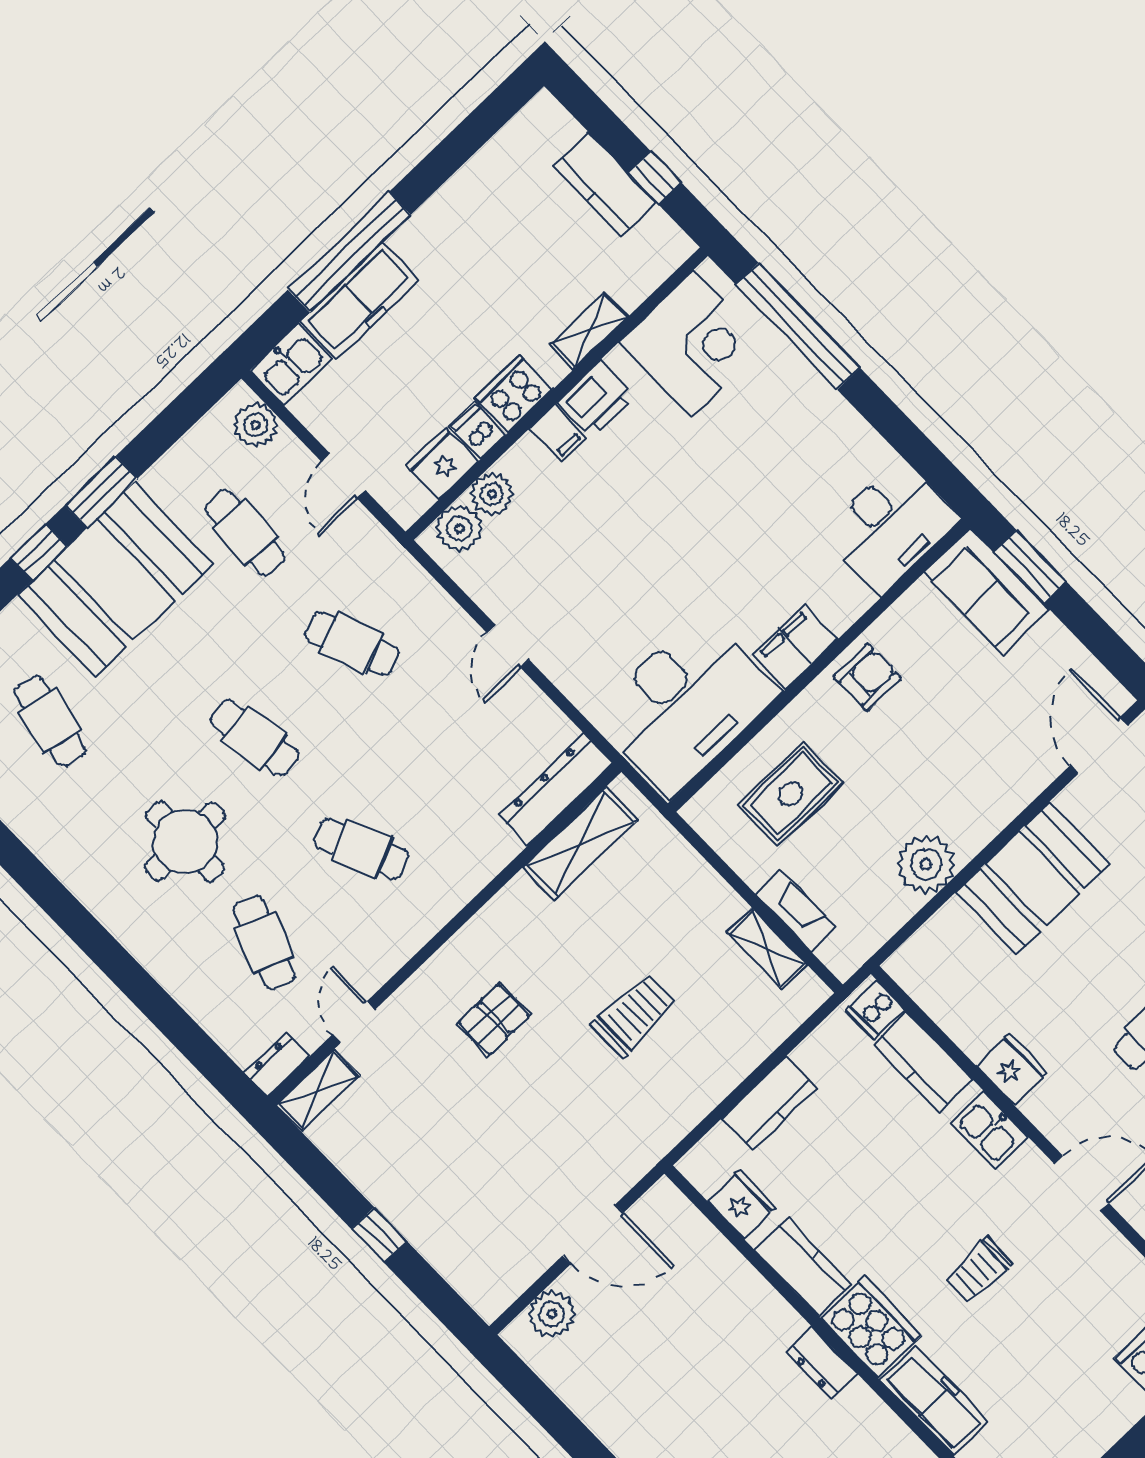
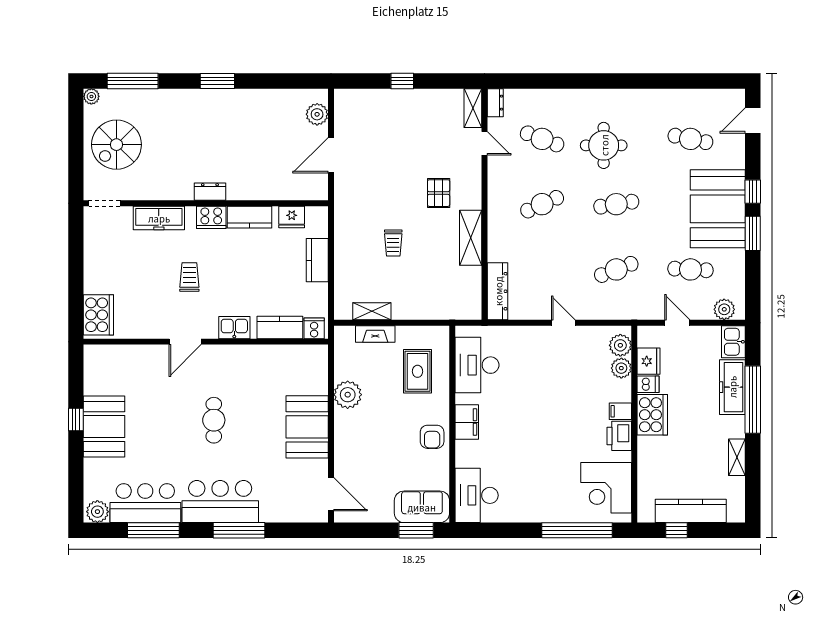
kitchen counter: (605, 184) -> (691, 511), width x1.50
shelving: (589, 331) -> (737, 457), moved
cooker: (514, 394) -> (652, 415), width x1.37, depth x1.31
desk: (686, 704) -> (477, 365), width x0.73, depth x0.77
shelving: (580, 844) -> (471, 238), moved
trolley: (634, 1015) -> (393, 243), width x0.73, depth x0.72
fridge: (1012, 1069) -> (248, 356), removed
cooker: (871, 1327) -> (211, 217), width x0.73, depth x0.76

